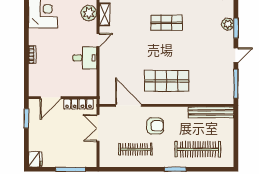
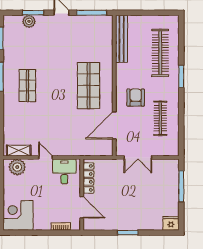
door: (51, 98) -> (82, 207), moved
wall: (63, 98) -> (82, 195), moved
locker: (79, 104) -> (88, 178), moved

